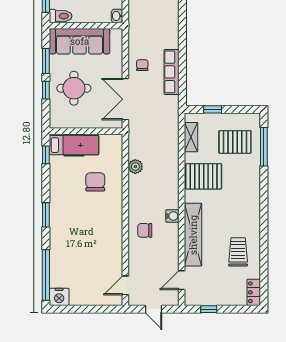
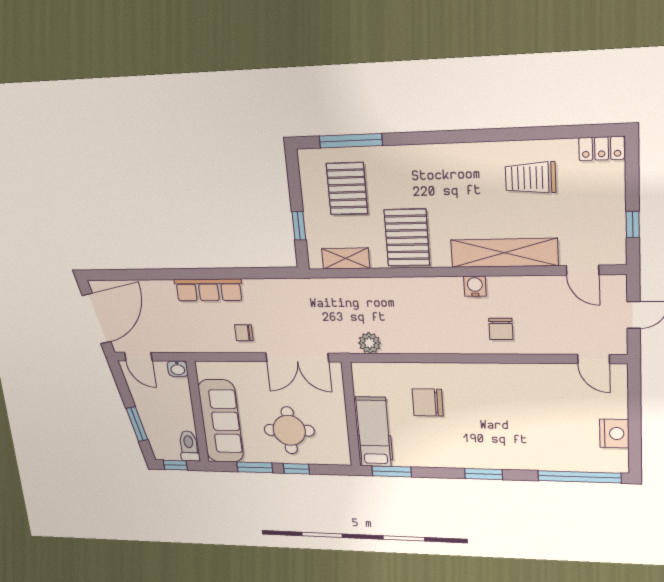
row of seats: (172, 72) -> (209, 290), moved
window: (46, 155) -> (392, 471), width x1.50
plant: (135, 167) -> (369, 343), moved
nightstand: (59, 297) -> (614, 433), moved

